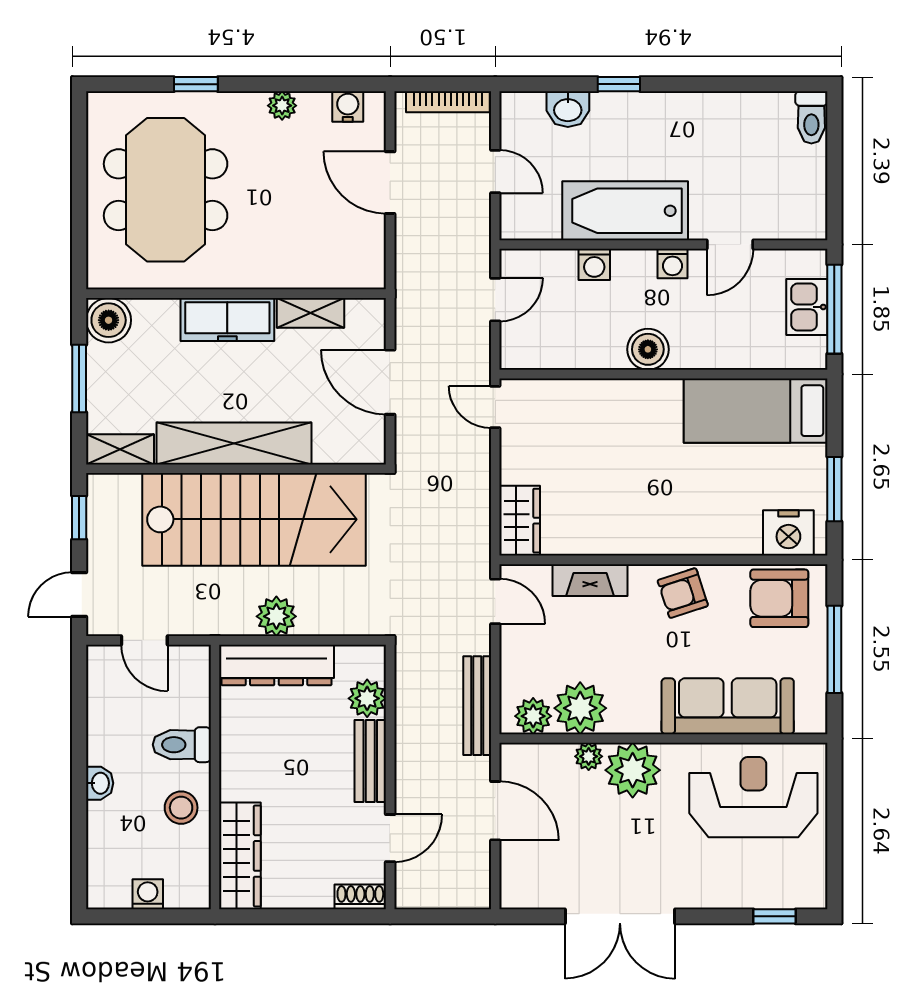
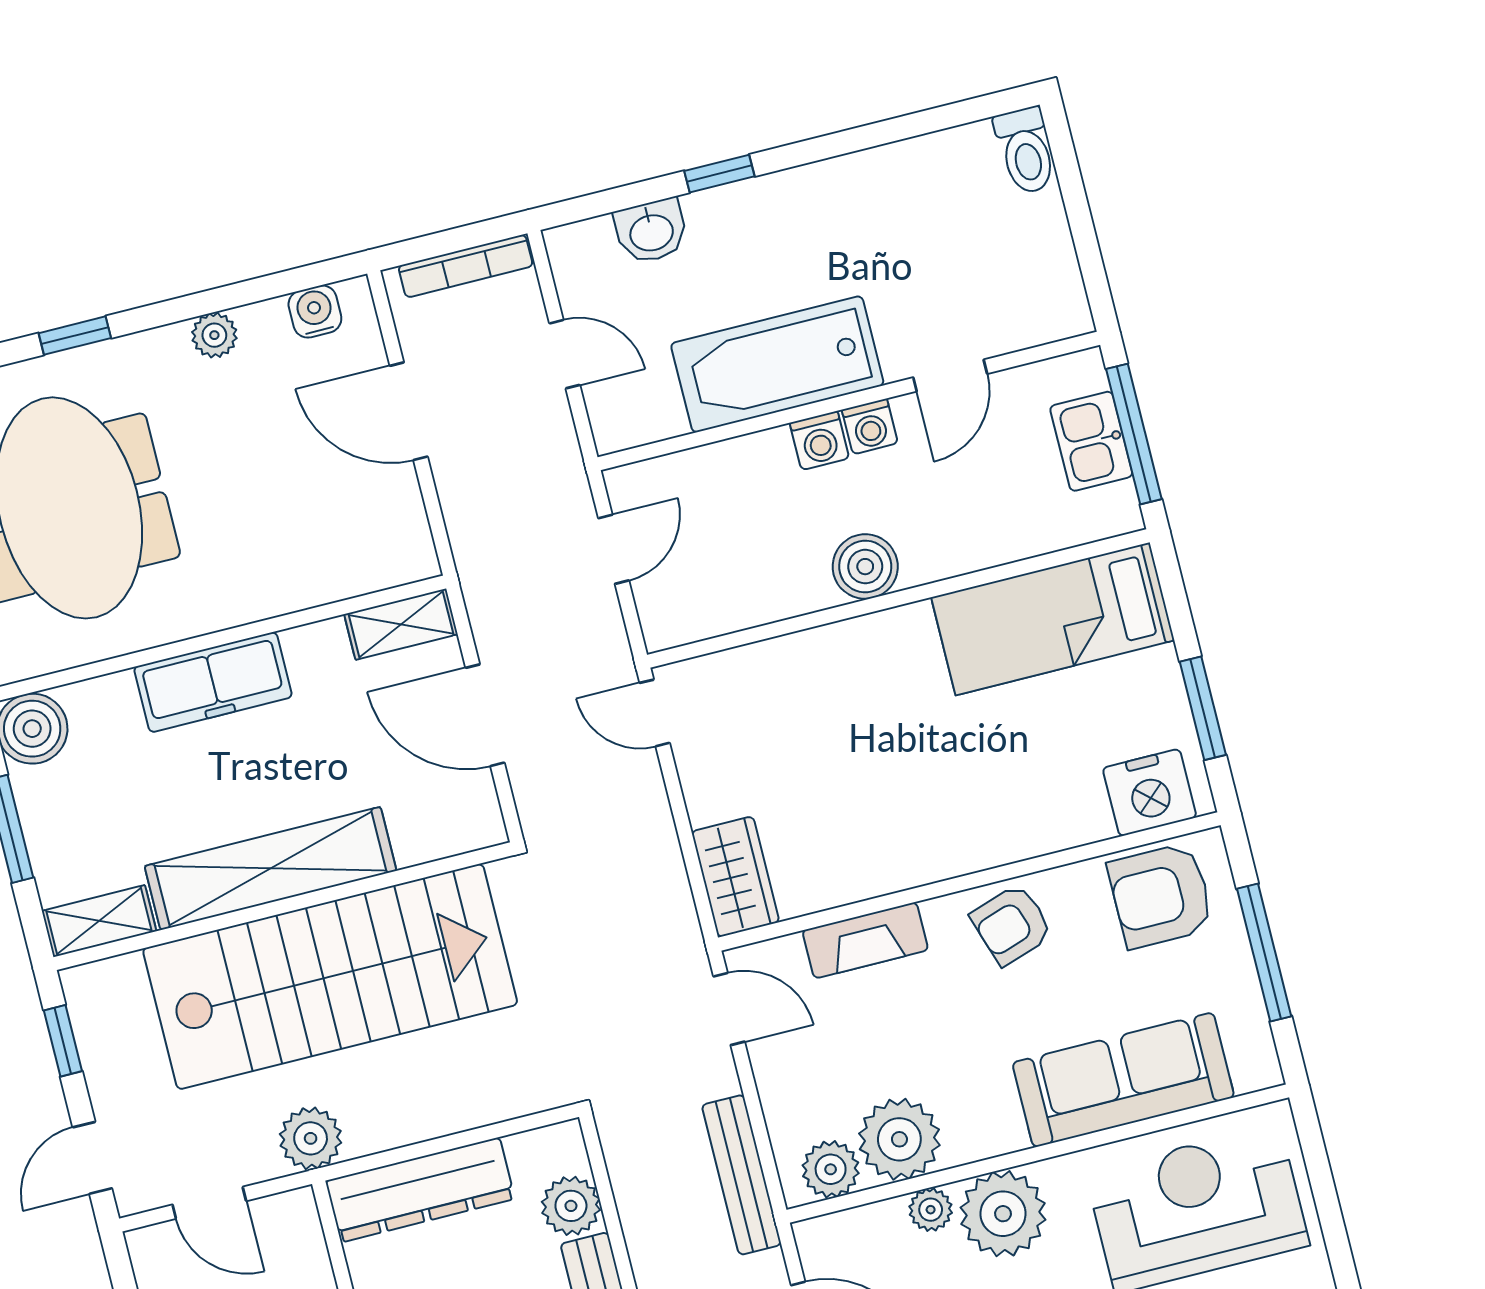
washing machine: (594, 264) -> (819, 441), moved
shelving: (311, 313) -> (401, 624), moved
plant: (276, 616) -> (311, 1138), moved

